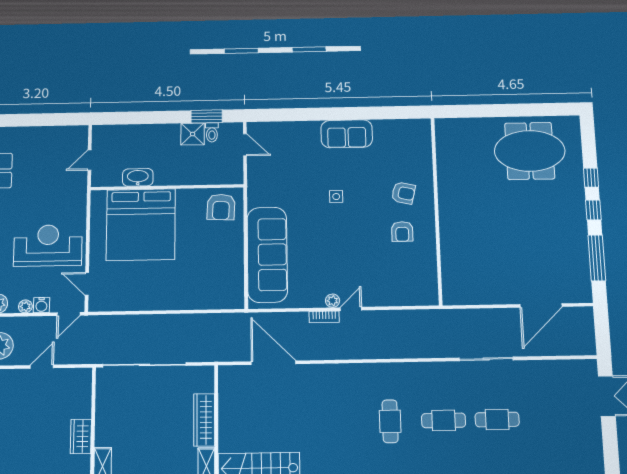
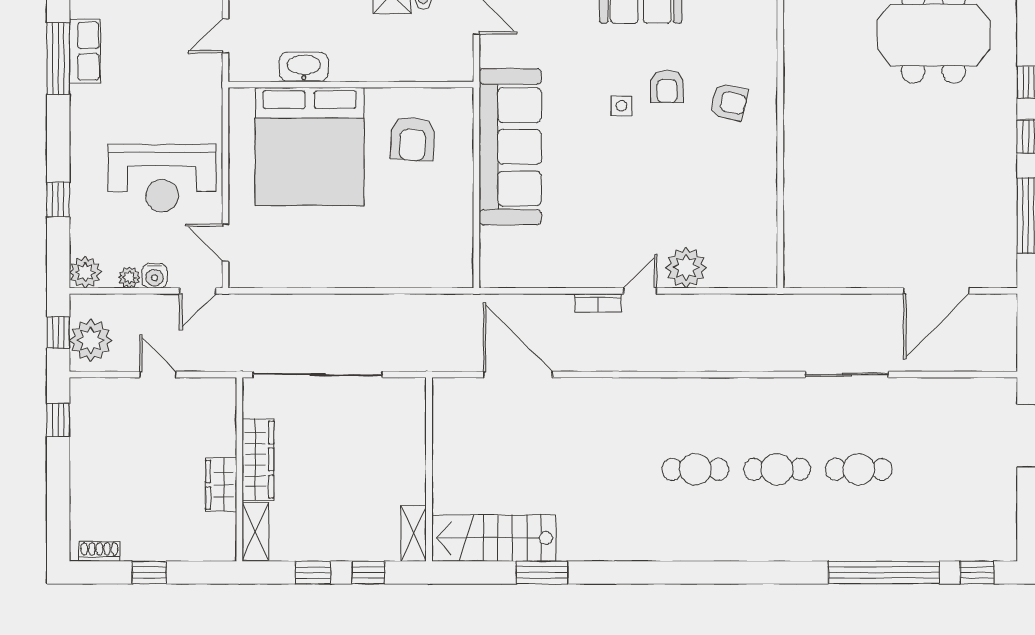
armchair: (221, 207) -> (413, 139), moved
armchair: (402, 232) -> (667, 86), moved
reception desk: (48, 245) -> (162, 178), turned 180
sofa: (267, 255) -> (510, 147), moved
plant: (333, 301) -> (686, 268), moved, width x1.88, depth x1.88
door: (42, 367) -> (158, 375), hinge flipped
wardrobe: (204, 420) -> (258, 459), moved, turned 180
cafe table: (390, 421) -> (695, 469), turned 90

